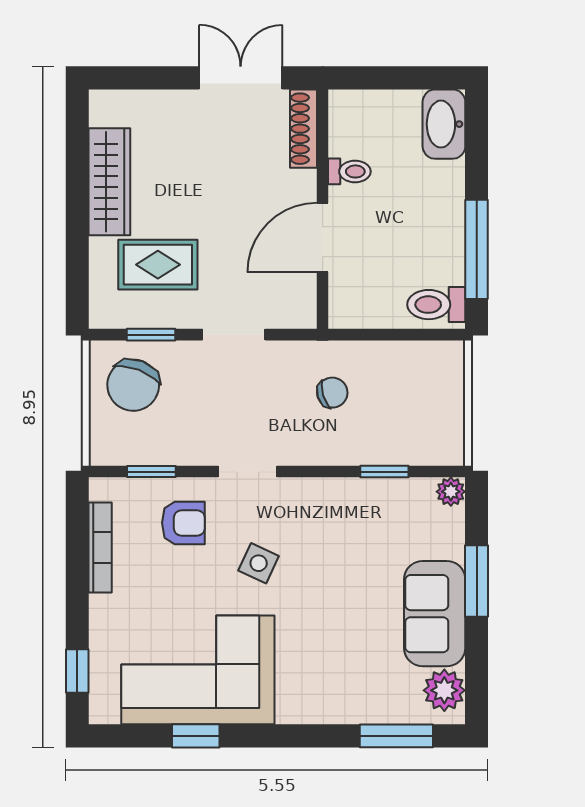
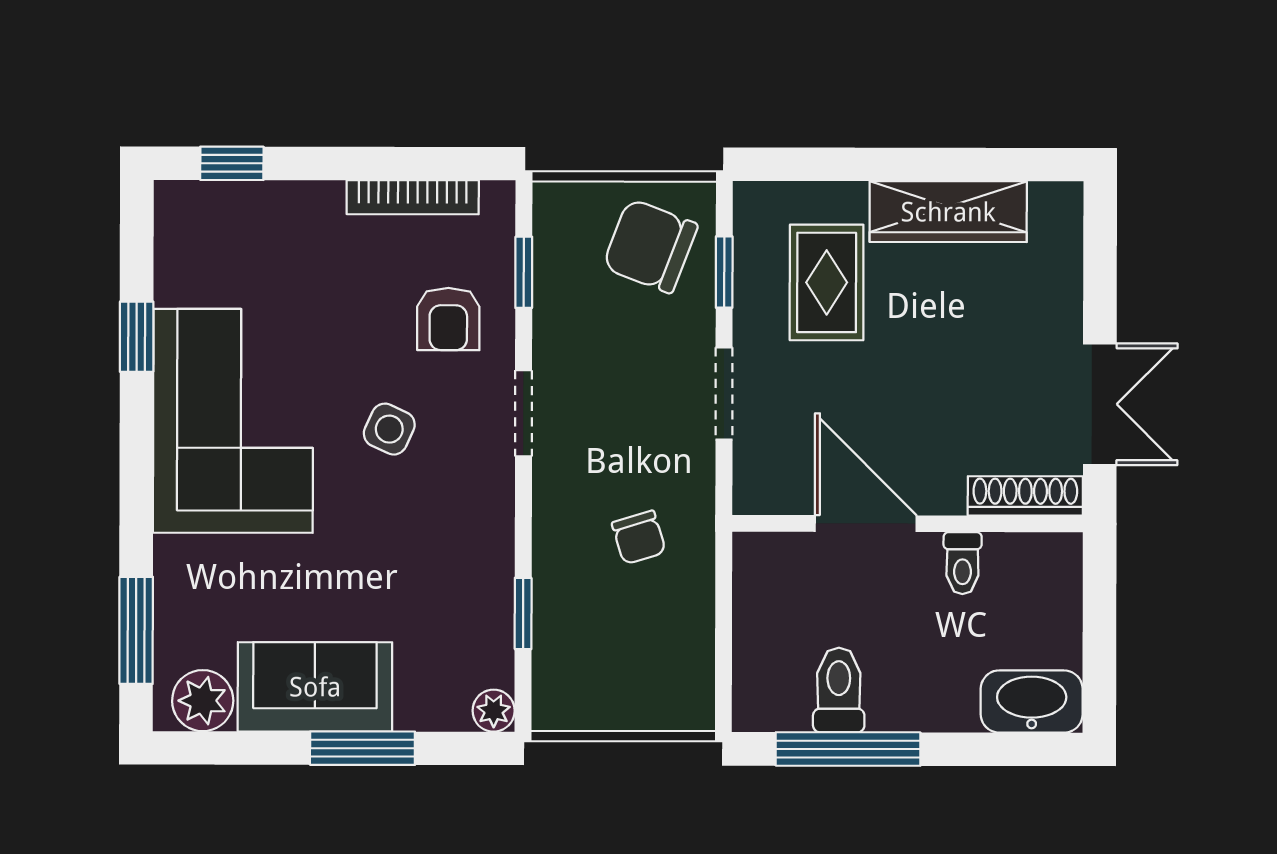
toilet: (436, 305) -> (839, 690), moved
corner sofa: (198, 670) -> (233, 421), moved

